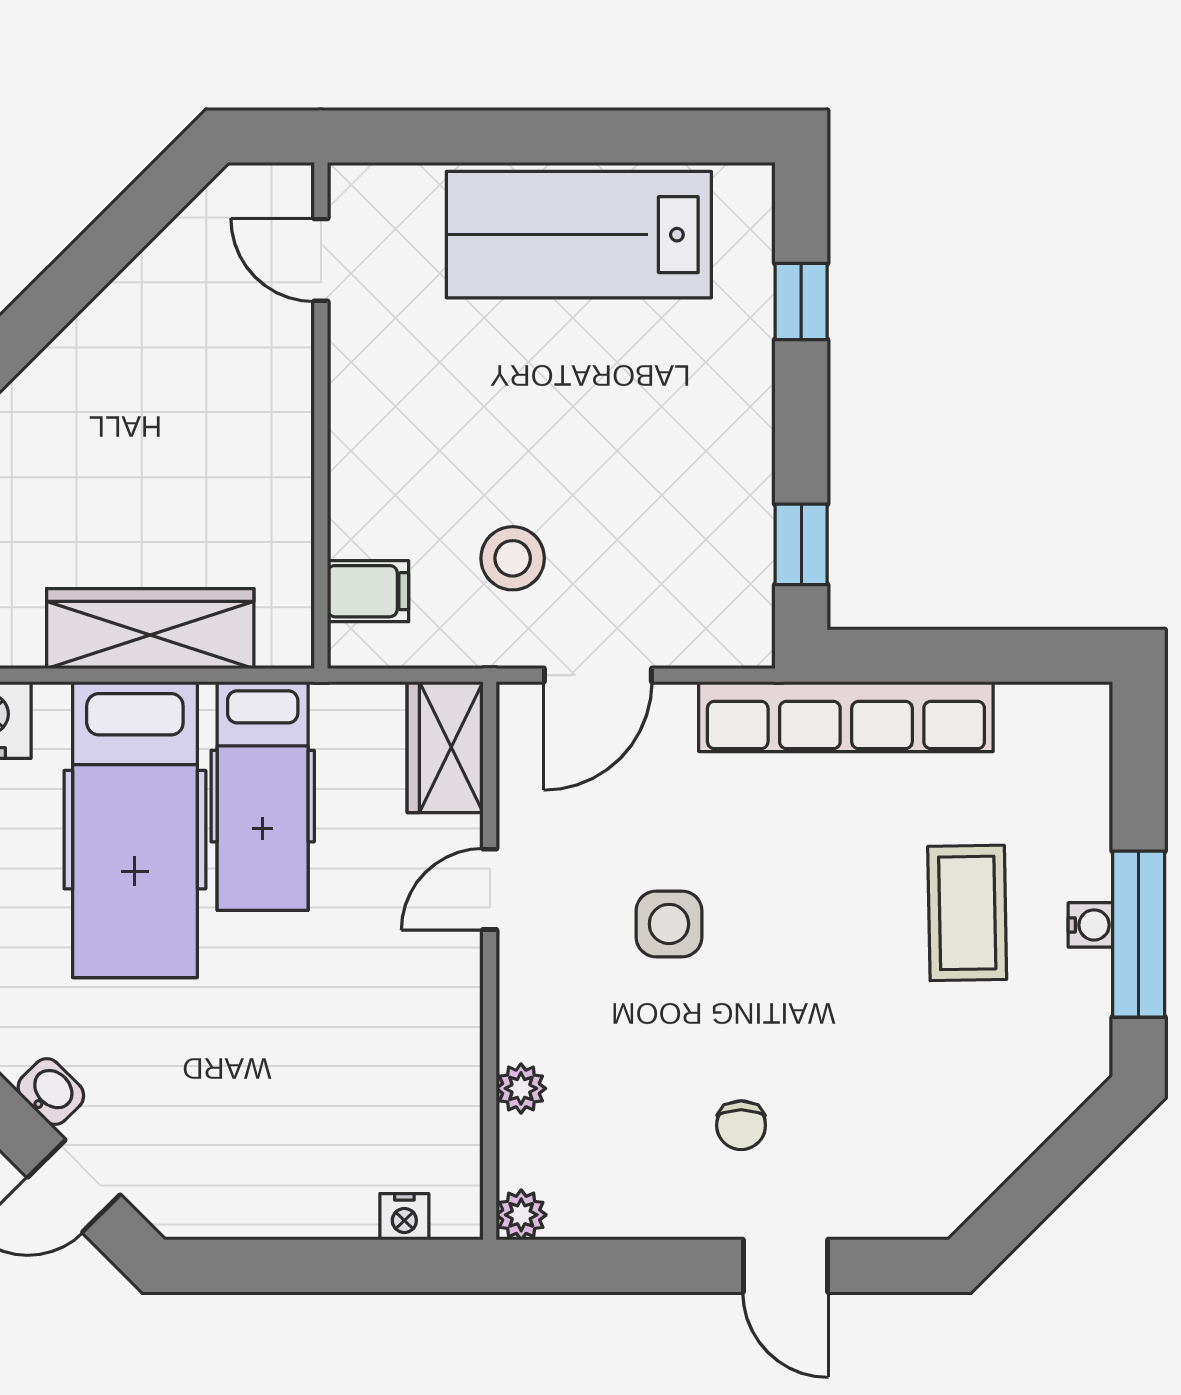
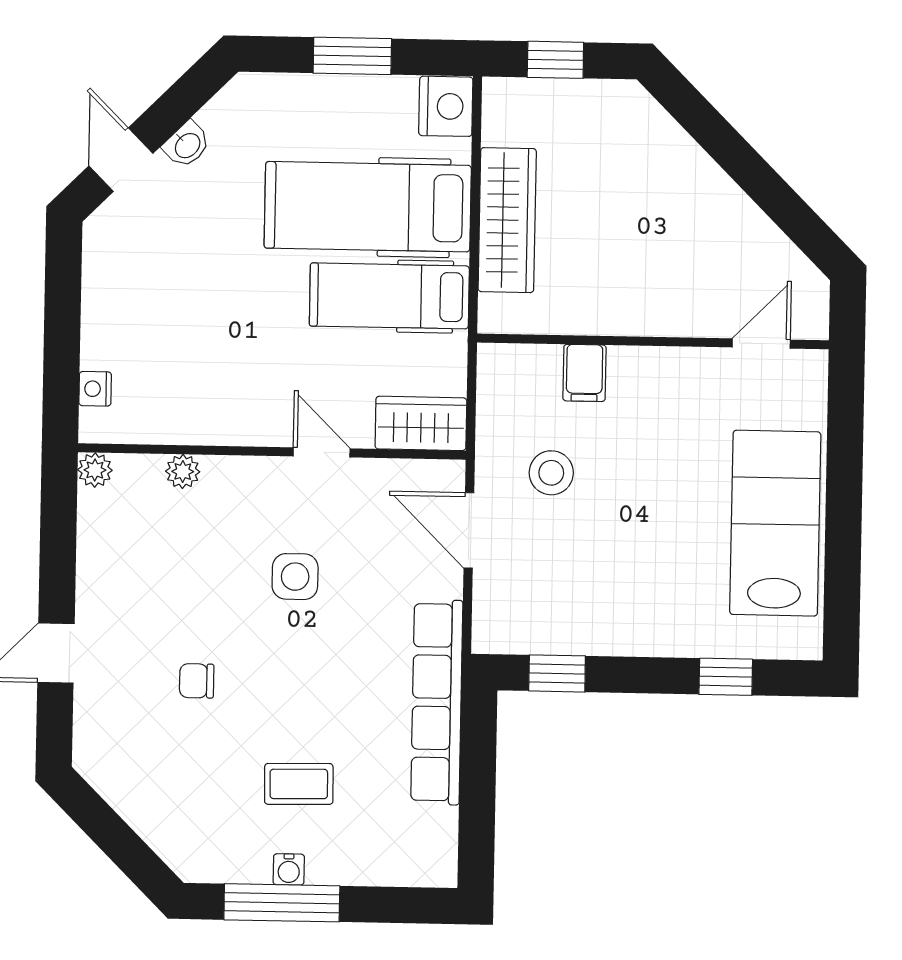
filing cabinet: (368, 591) -> (584, 373), moved
coffee table: (967, 913) -> (299, 784), width x0.73, depth x0.77
chair: (741, 1125) -> (197, 681), moved

